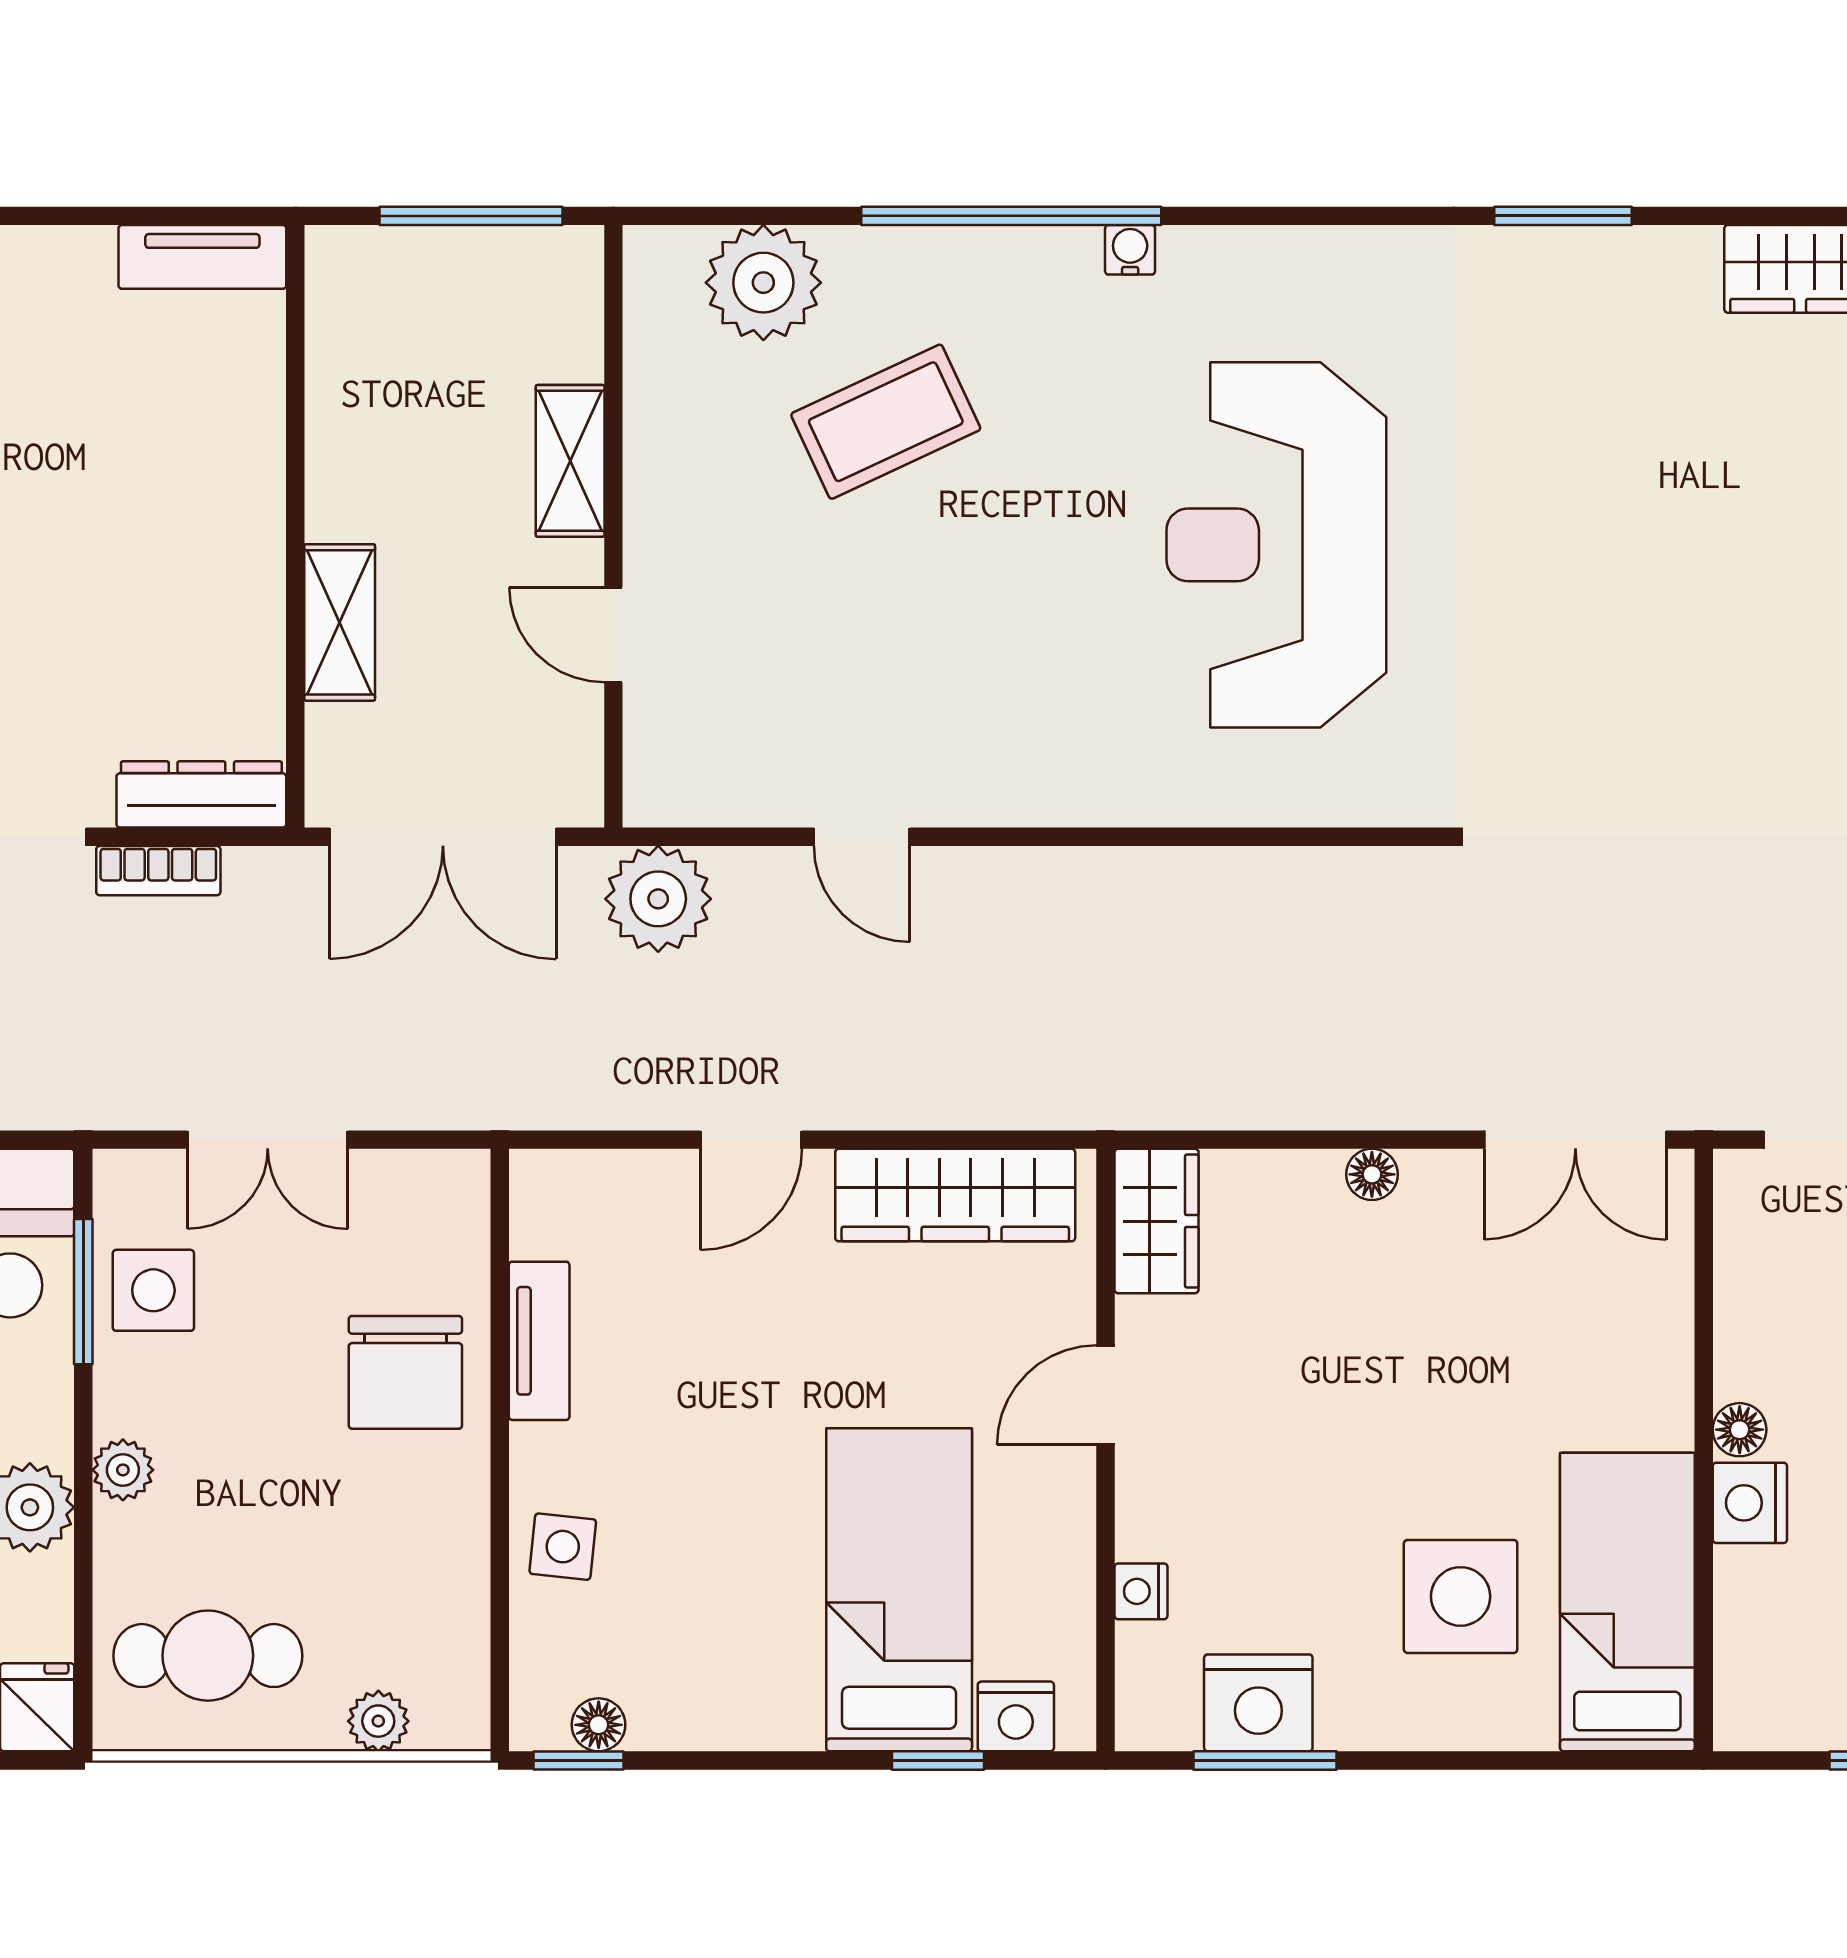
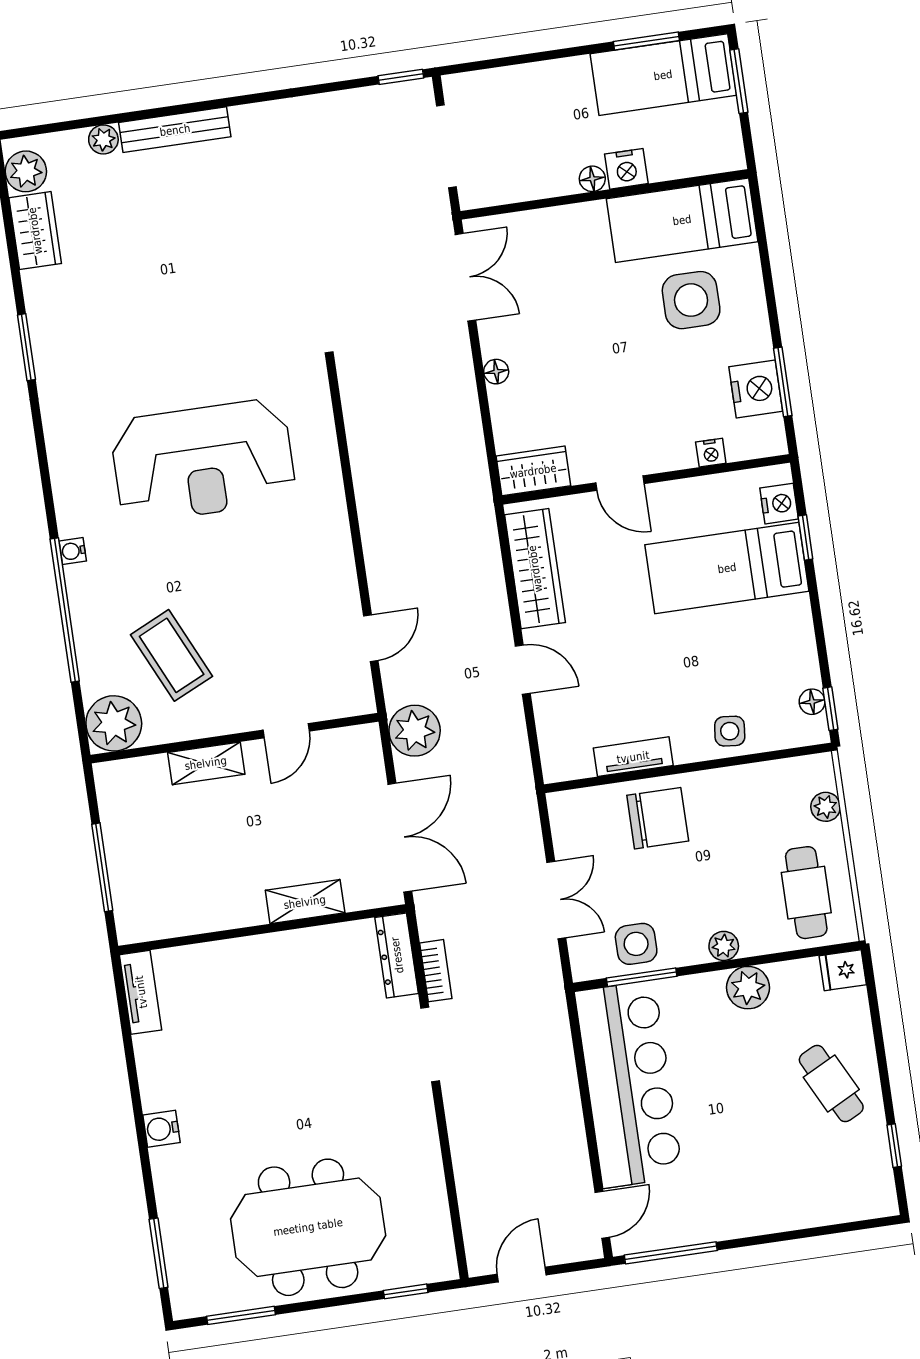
shelving: (570, 461) -> (206, 763), moved
wall: (613, 526) -> (234, 738), moved
door: (613, 635) -> (286, 731), moved

